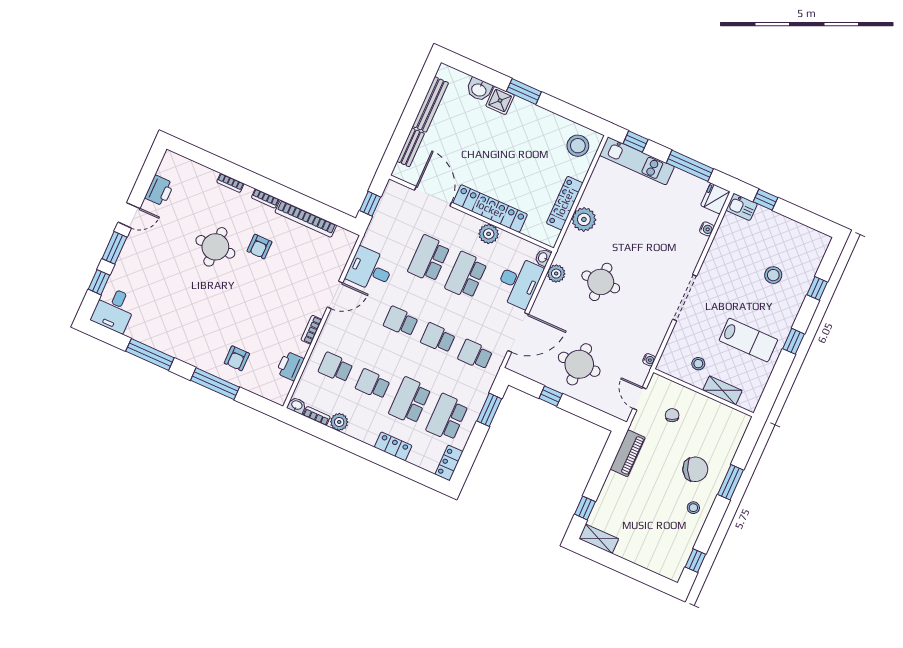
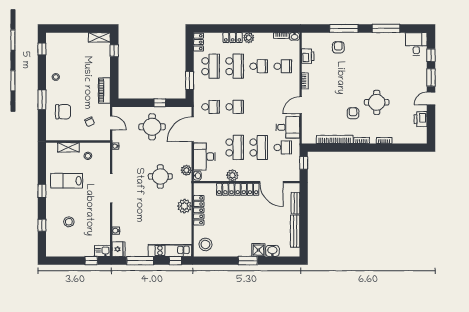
school desk: (401, 321) -> (283, 147), moved
plant: (339, 422) -> (249, 38), moved
chair: (695, 469) -> (63, 112), moved, turned -152

